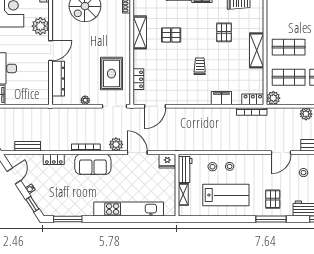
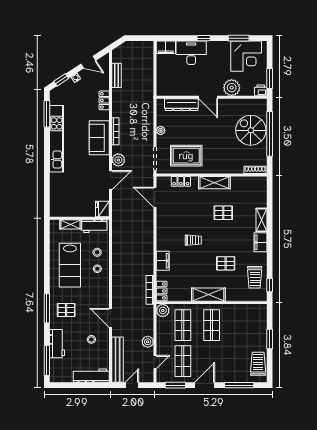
shelving: (140, 32) -> (214, 183), moved
pallet: (171, 35) -> (223, 213), turned 90
kitchen unit: (129, 209) -> (57, 139), moved

